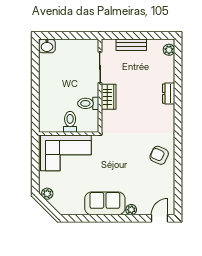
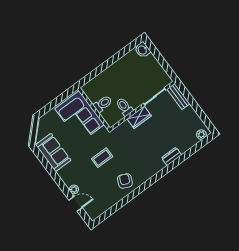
bench: (131, 45) -> (178, 96), moved
coffee table: (121, 161) -> (102, 158), added
plant: (47, 194) -> (43, 124), removed
sofa: (105, 203) -> (53, 153), moved
door: (160, 218) -> (76, 204), moved

